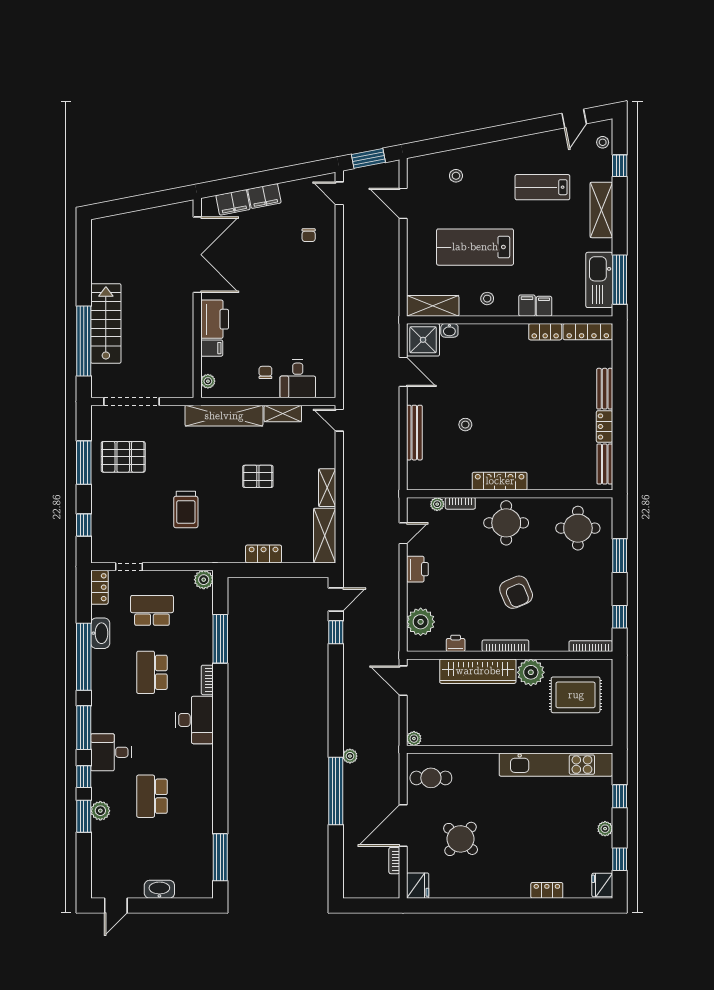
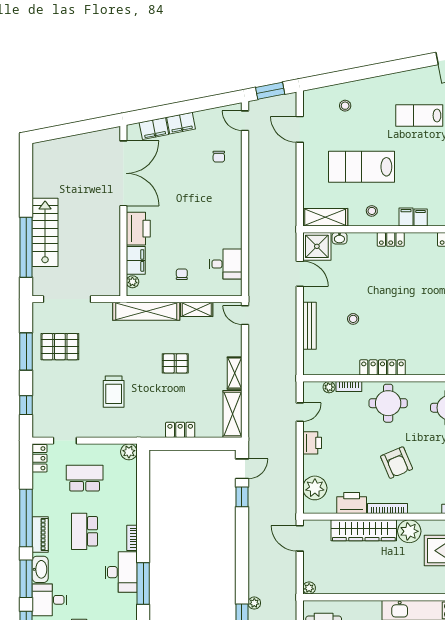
locker: (545, 332) -> (391, 239), moved
filing cabinet: (212, 348) -> (136, 260), width x2.00
desk: (298, 379) -> (226, 264), moved, turned -90
washbasin: (100, 633) -> (40, 569), moved
window: (220, 639) -> (143, 583), moved
printer: (456, 643) -> (352, 503), width x1.87, depth x1.48
piano: (100, 676) -> (40, 534), added

